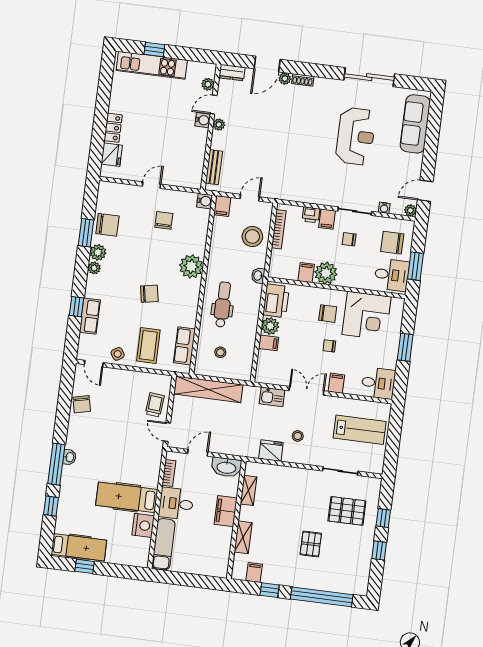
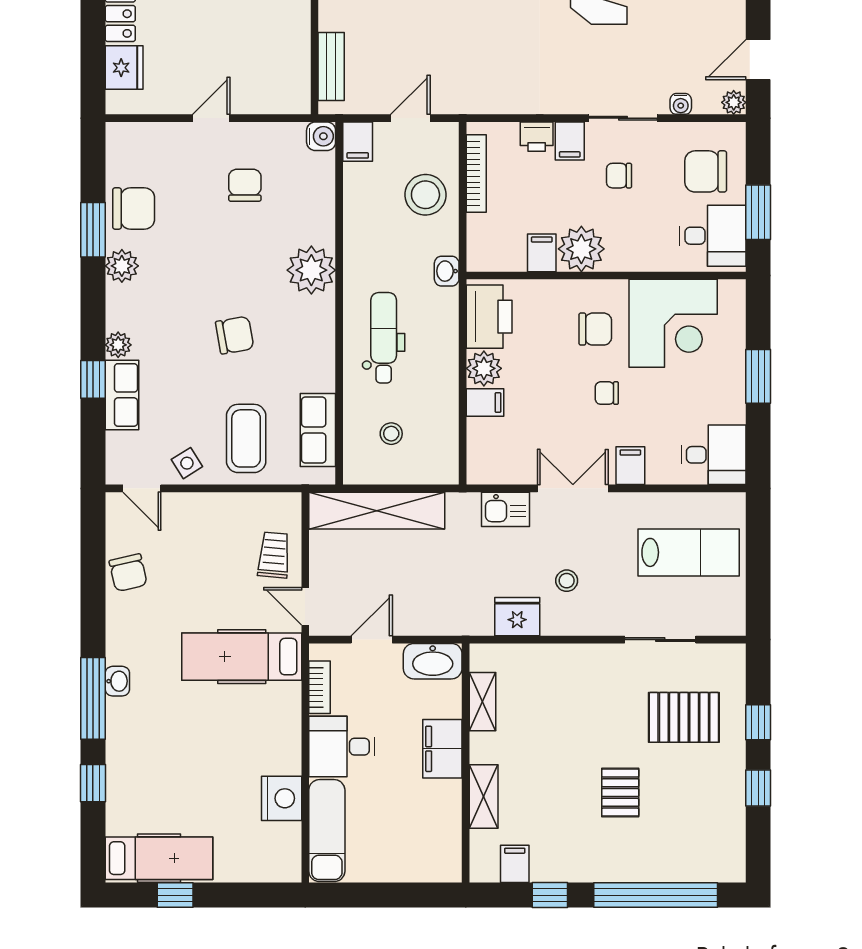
plant: (94, 268) -> (118, 345), moved
hospital bed: (127, 497) -> (242, 657), moved

